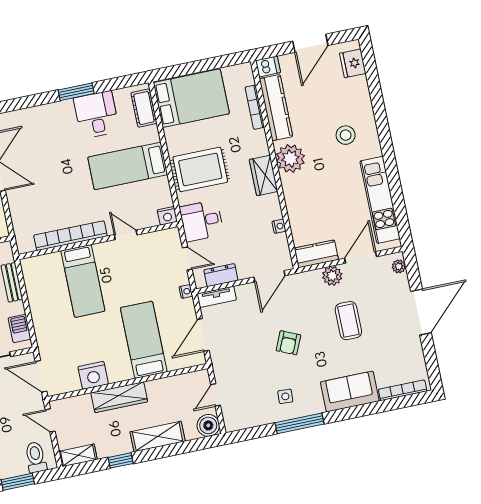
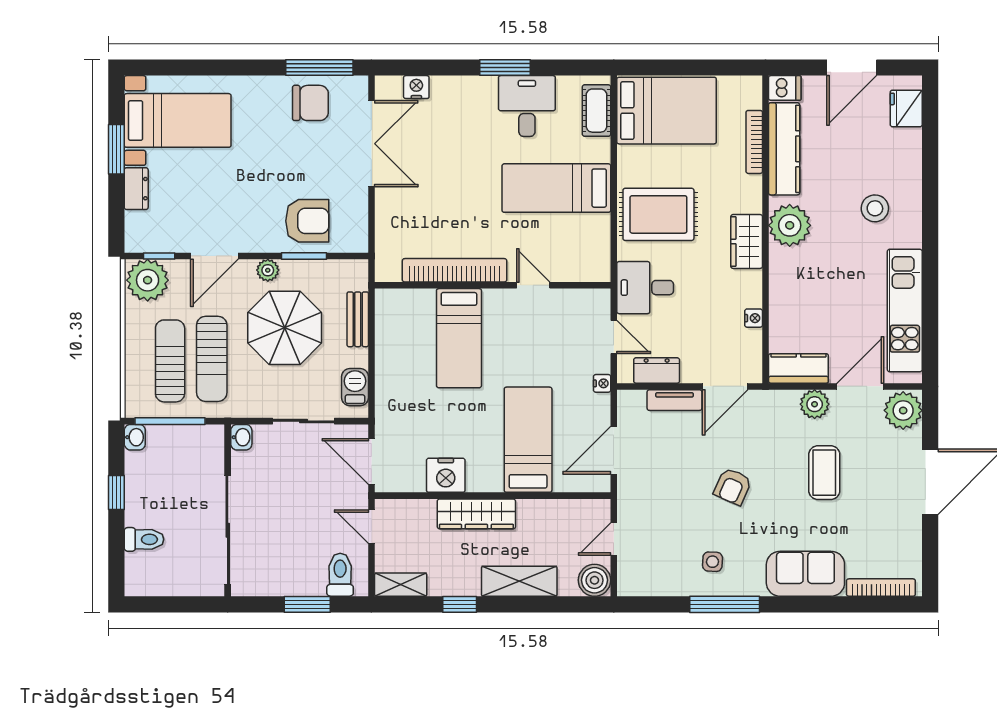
nightstand: (167, 216) -> (416, 87), moved, turned 180
plant: (399, 266) -> (903, 410), width x1.87, depth x1.87
tv unit: (217, 297) -> (675, 400), moved

